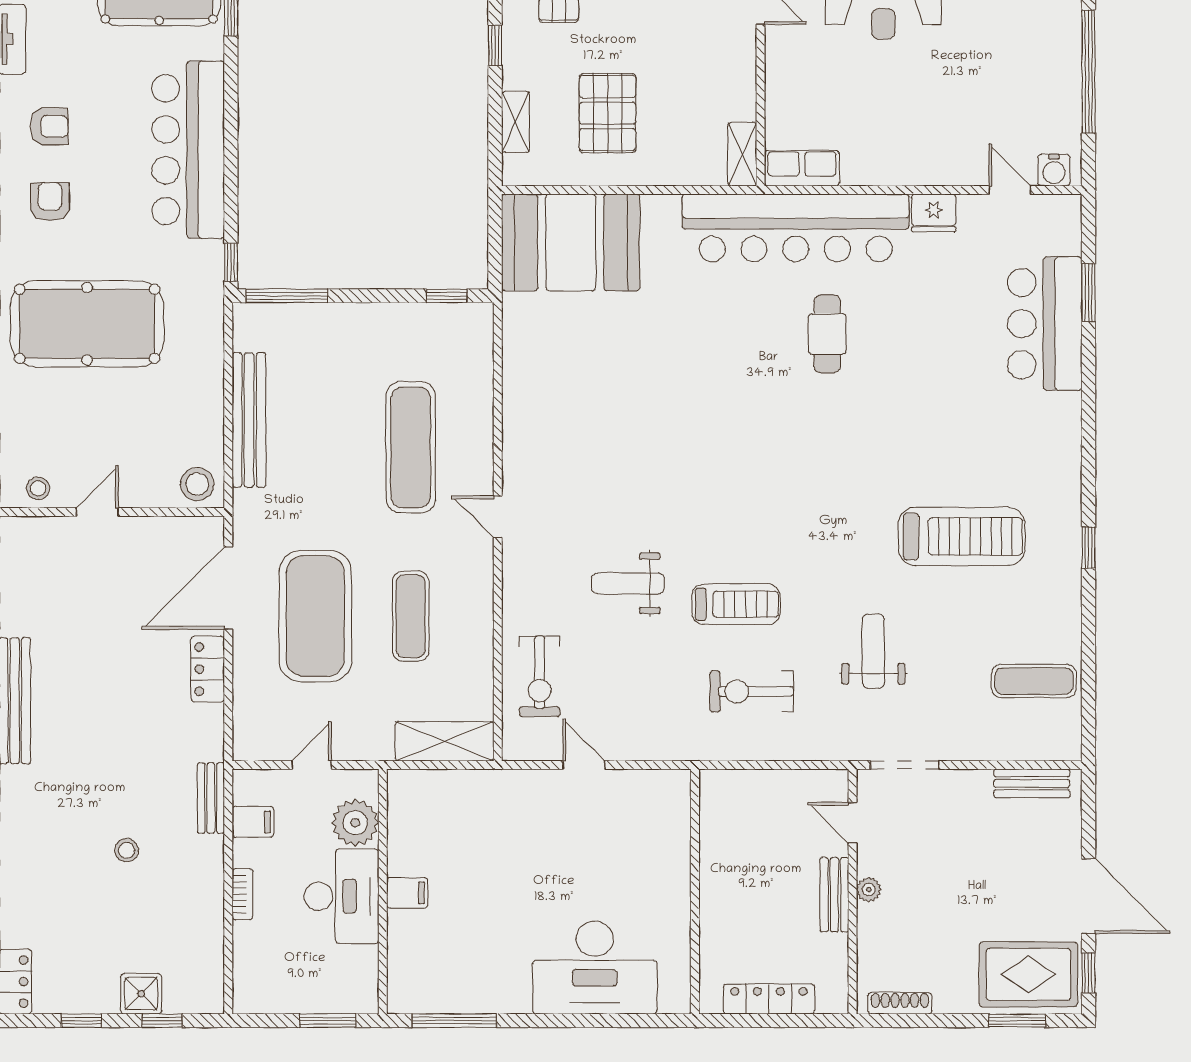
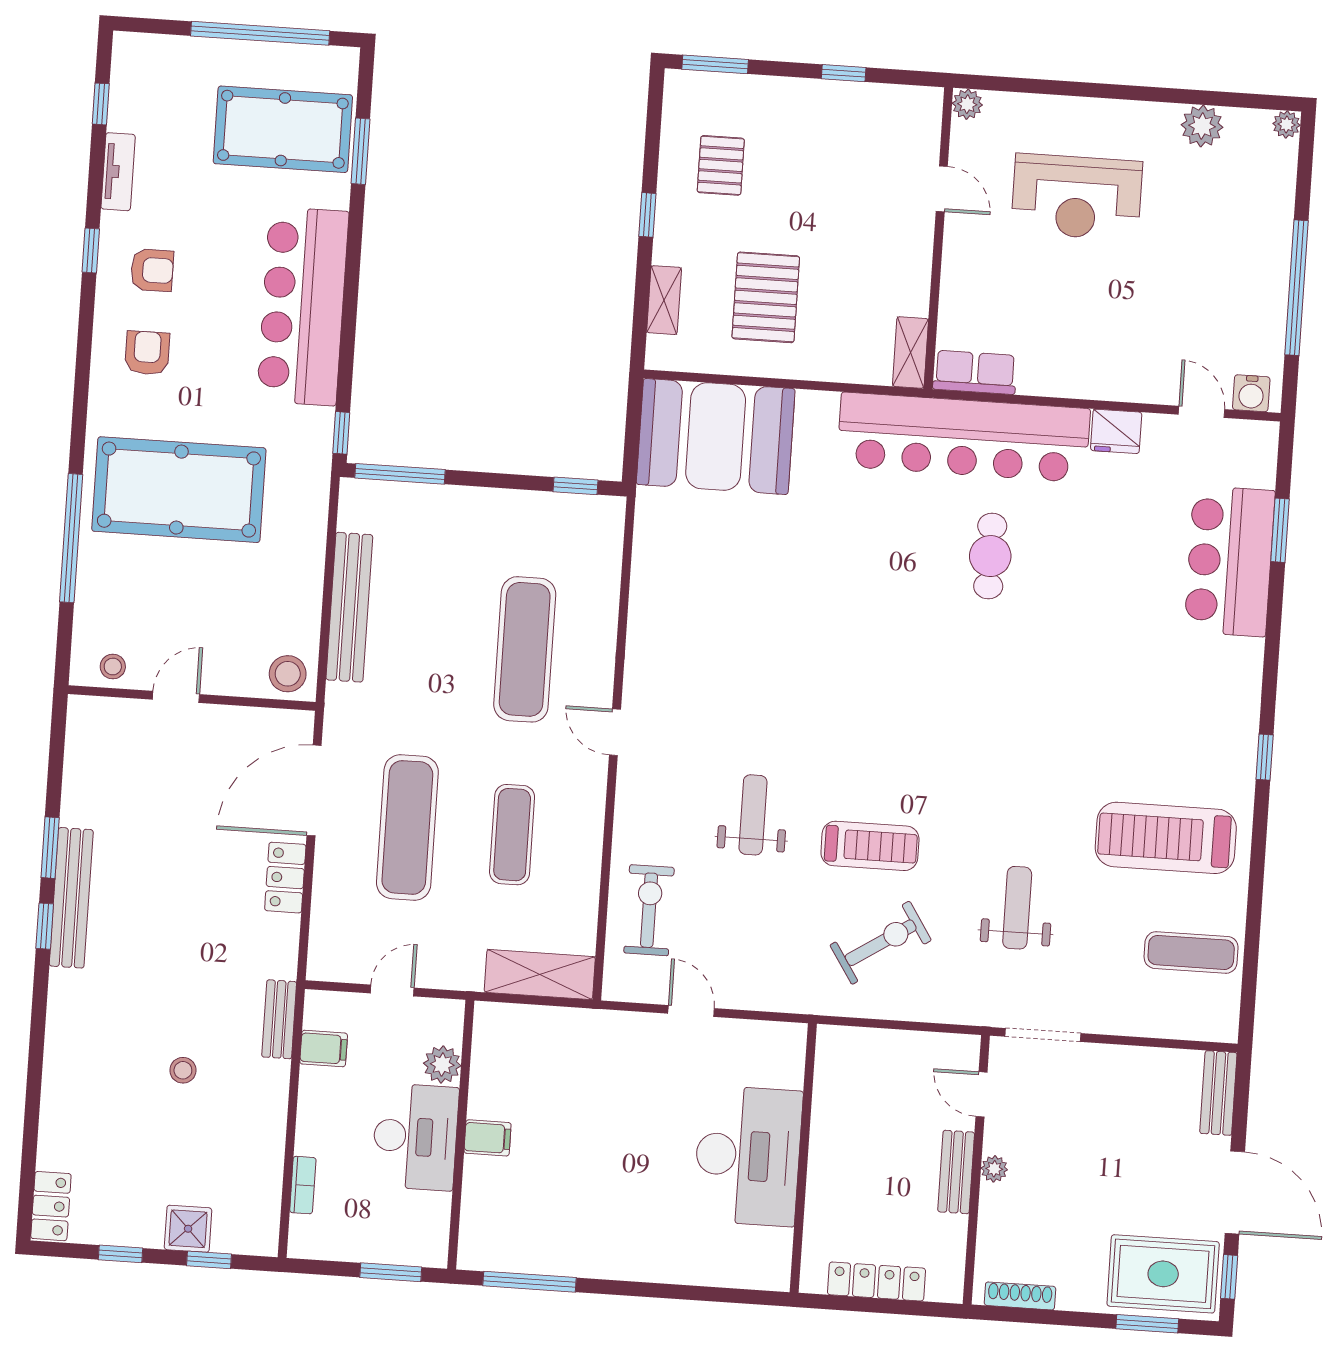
treadmill: (962, 536) -> (1166, 838), moved, turned 180
window: (1088, 548) -> (1265, 757), moved
weight bench: (628, 583) -> (753, 815), turned 90
exercise mat: (315, 616) -> (407, 827), width x0.68
exercise bike: (540, 676) -> (649, 910), turned 180
exercise bike: (752, 691) -> (881, 943), turned 147
bench: (1032, 783) -> (1218, 1093), moved, turned 90
plant: (355, 823) -> (442, 1064), width x0.73, depth x0.73
bookcase: (243, 894) -> (303, 1185), moved
desk: (595, 968) -> (748, 1156), moved, turned -90

